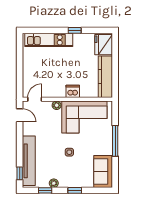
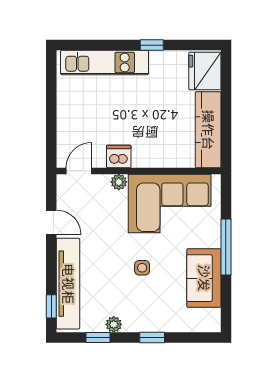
dishwasher: (73, 91) -> (119, 157), moved
door: (20, 115) -> (51, 222), moved
sofa: (103, 171) -> (204, 278), moved

